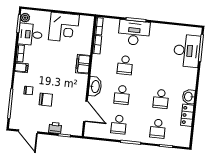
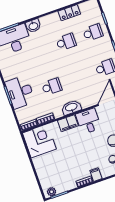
corner desk: (64, 27) -> (39, 141), moved
desk: (30, 34) -> (88, 121), moved, turned 180
washbasin: (95, 87) -> (71, 107), moved
school desk: (122, 95) -> (78, 77), removed
washbasin: (189, 97) -> (33, 26), moved

